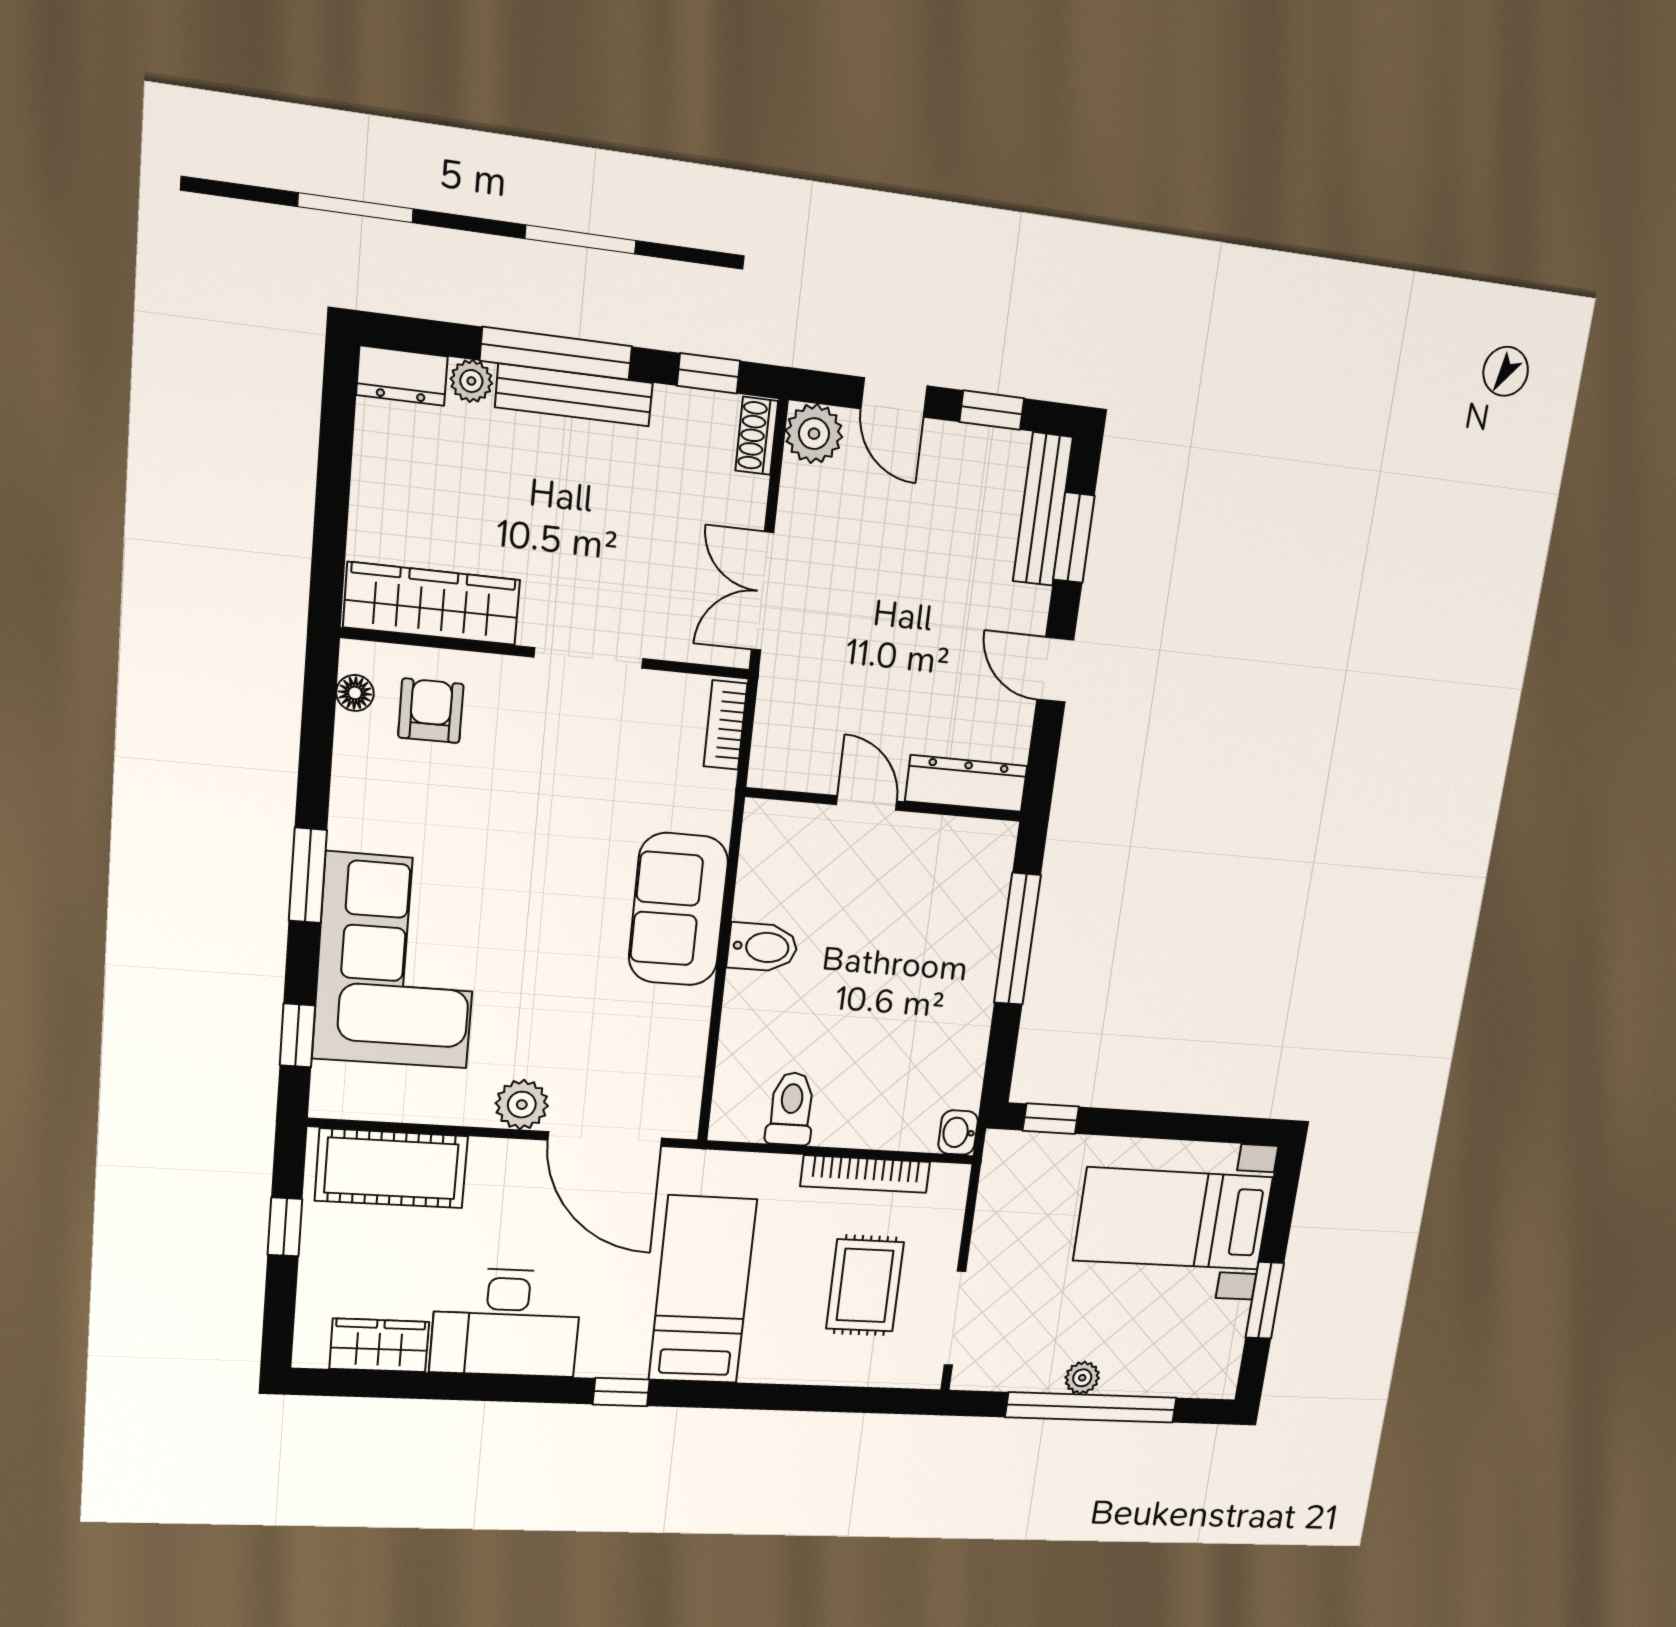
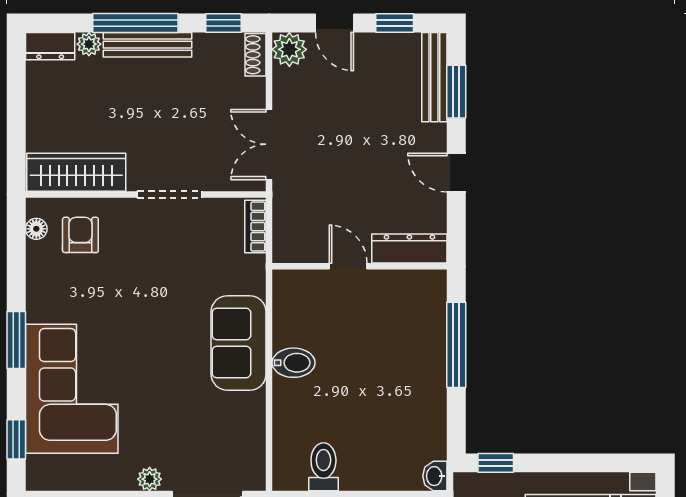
plant: (522, 1105) -> (150, 479), width x0.73, depth x0.73

